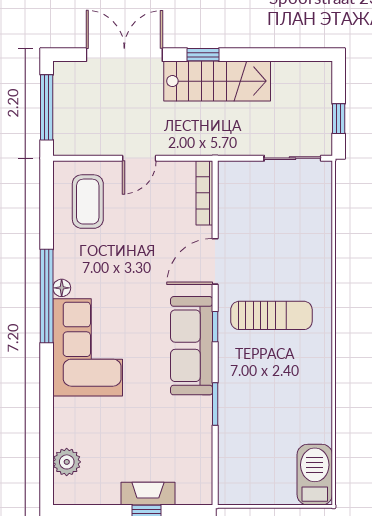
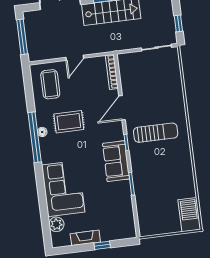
rug: (113, 275) -> (69, 122), added
sofa: (192, 346) -> (116, 161), width x0.73
corner sofa: (88, 347) -> (63, 189), moved
fireplace: (148, 494) -> (85, 238), moved

